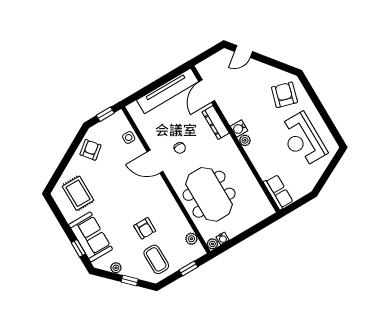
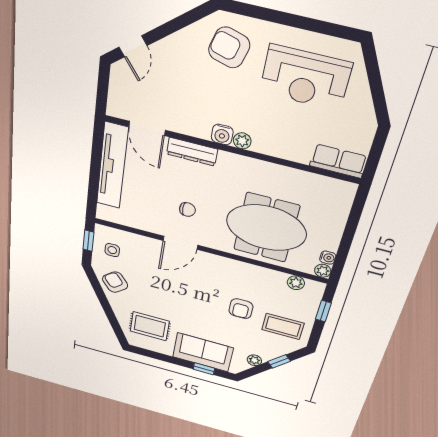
side table: (129, 138) -> (112, 250), moved
armchair: (145, 228) -> (241, 309), turned 90

